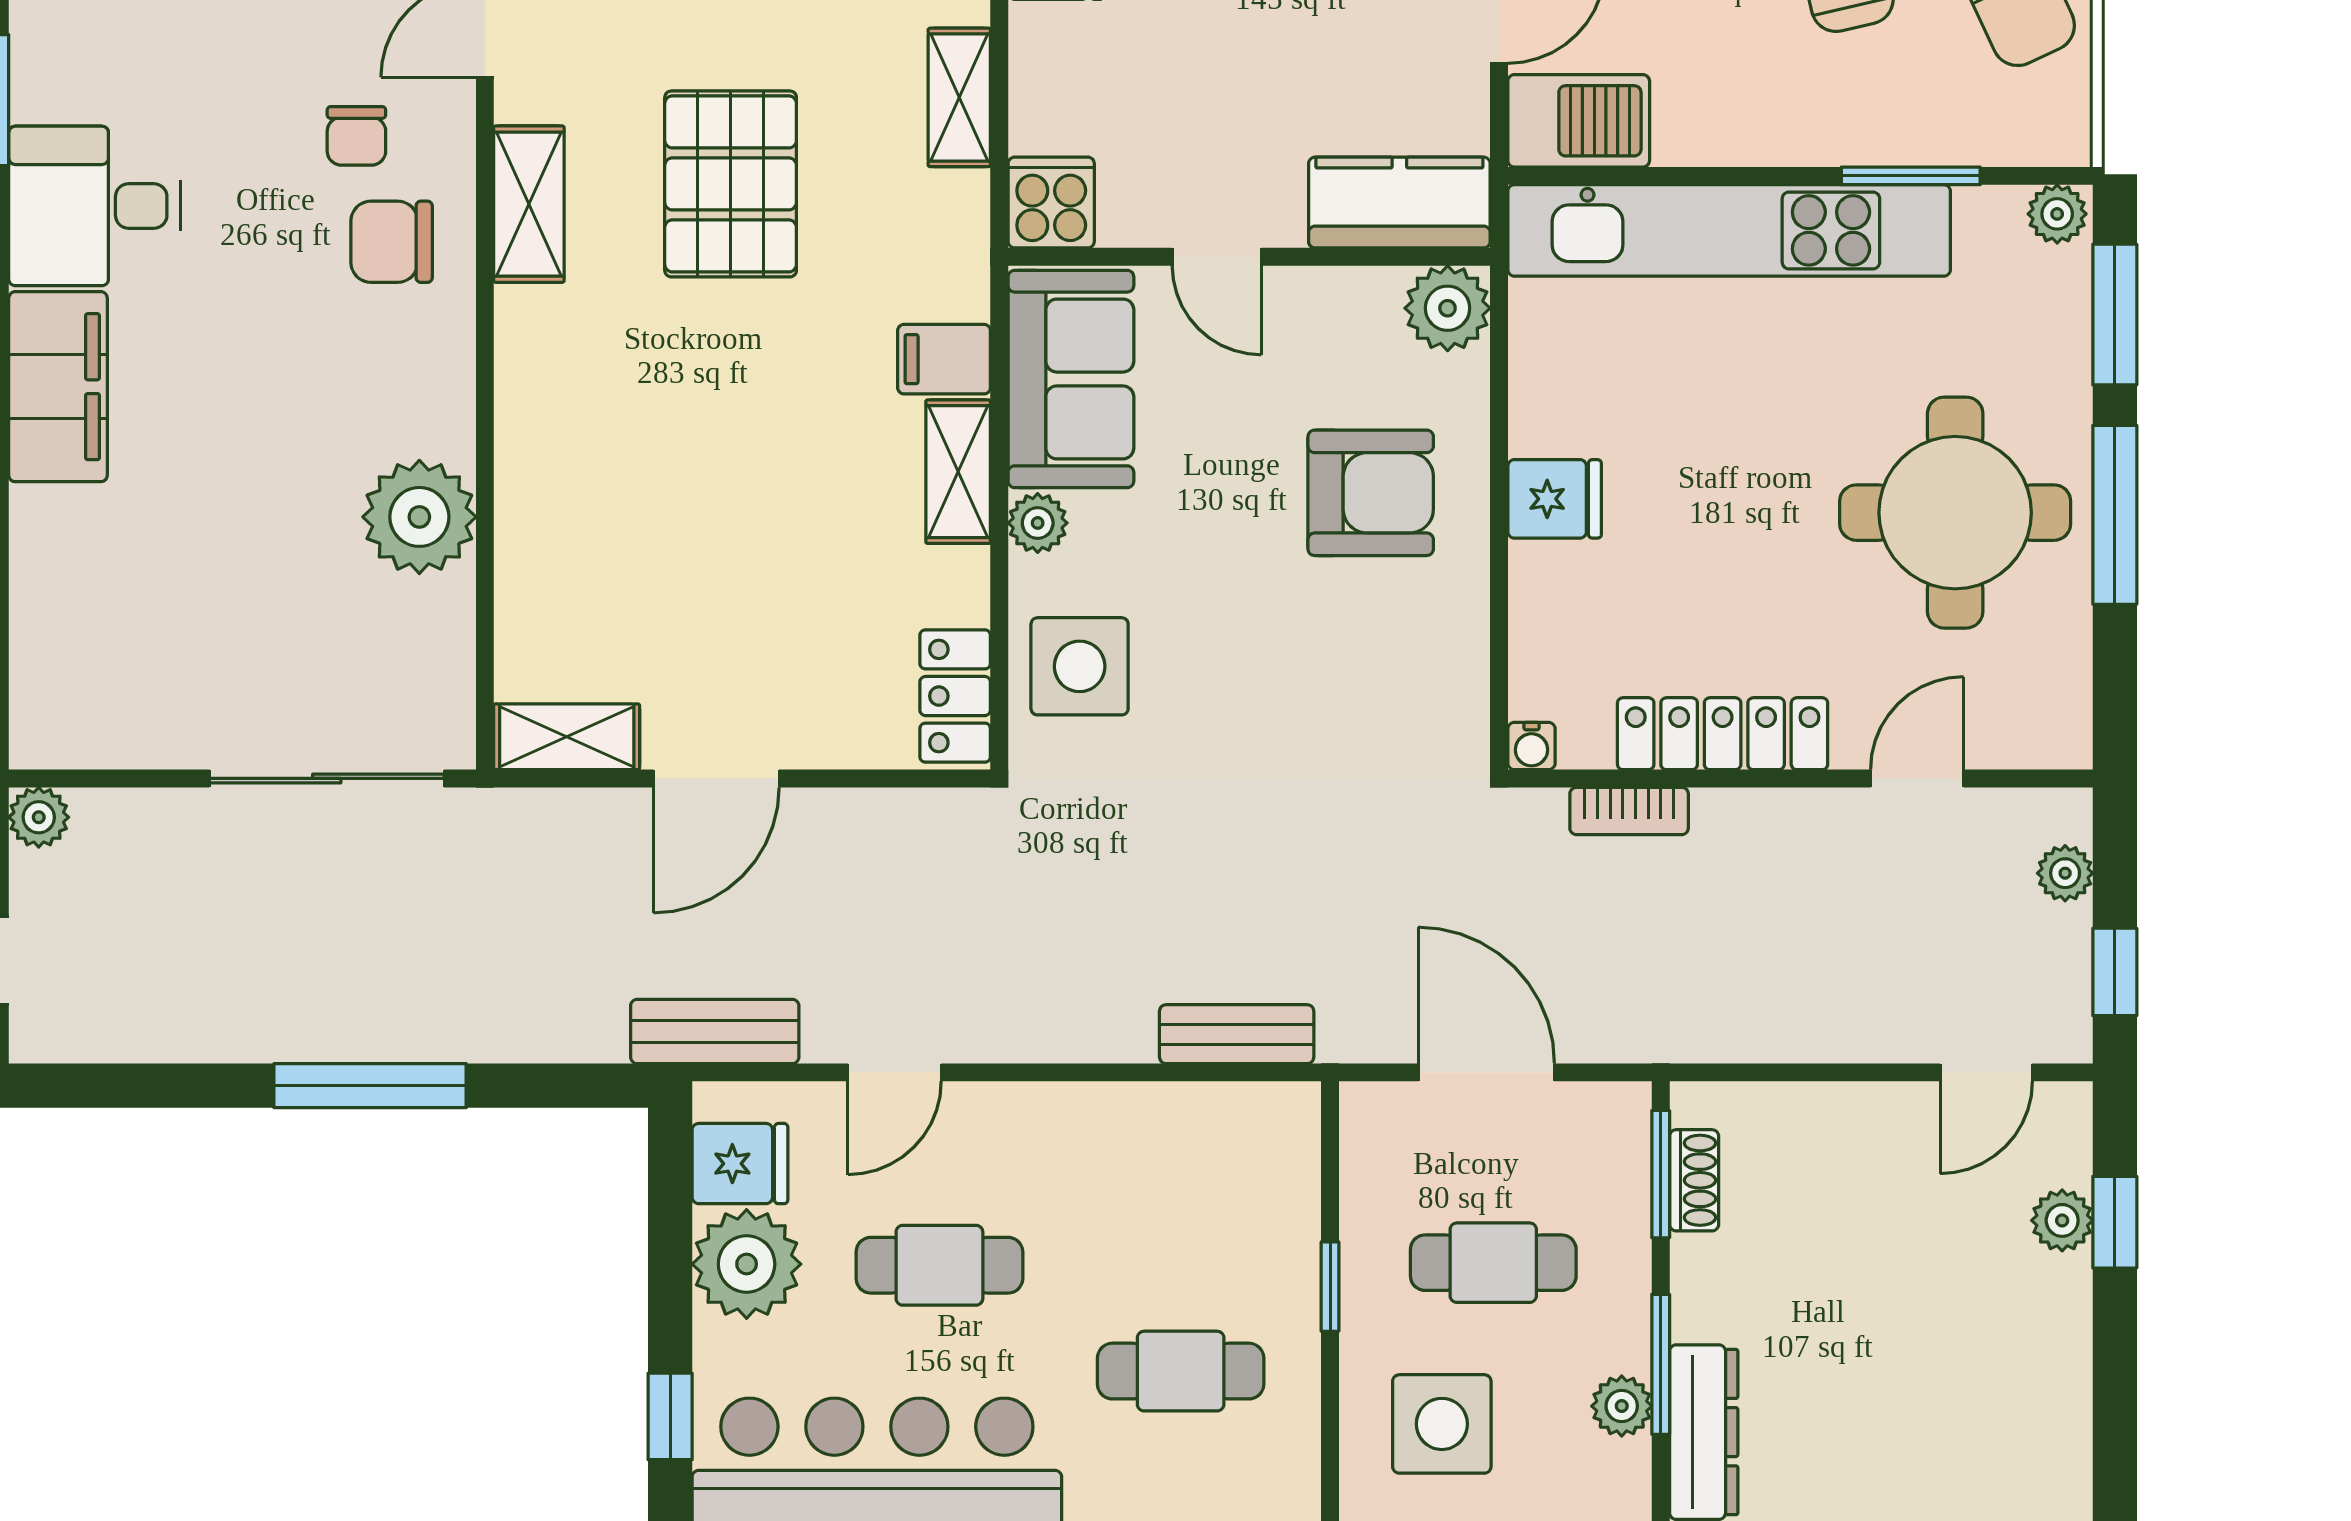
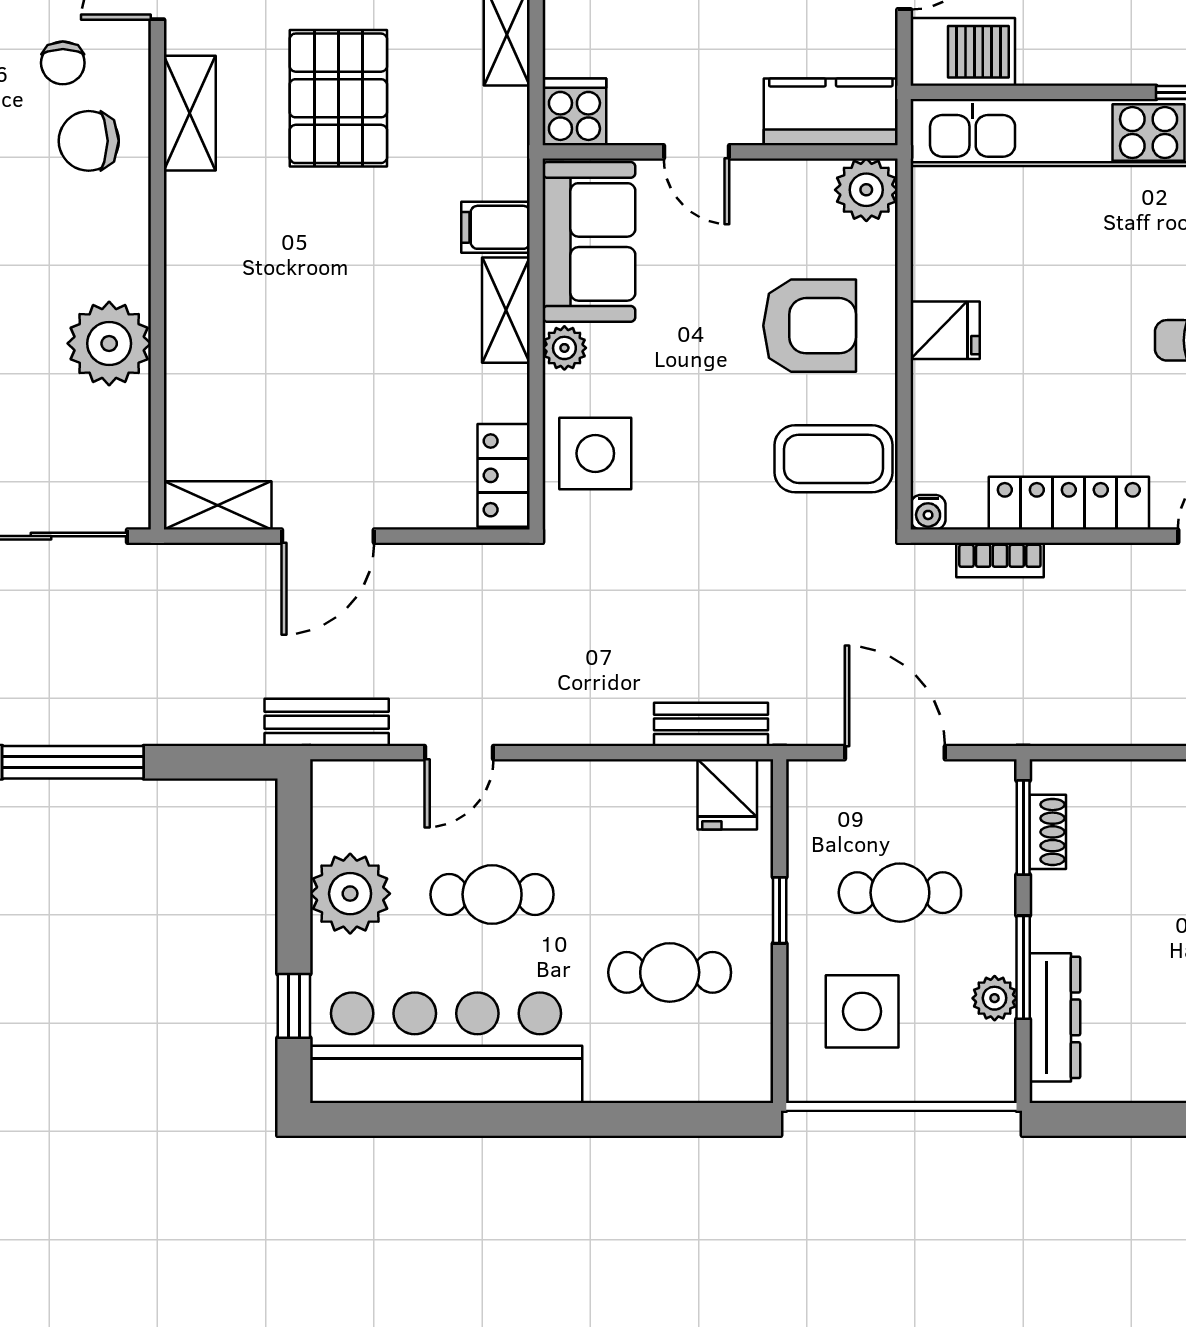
coffee table: (1403, 674) -> (834, 459), added
fridge: (740, 1164) -> (727, 794), moved, turned 90

